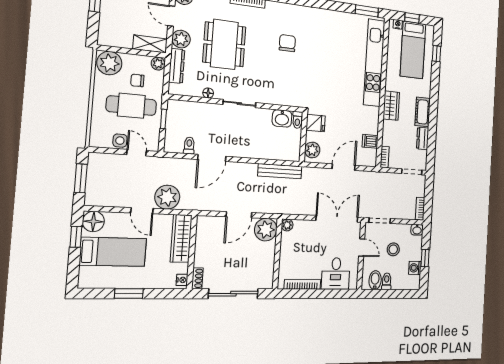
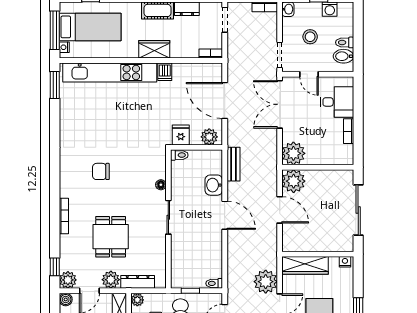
window: (412, 18) -> (55, 30), width x2.17
dining table: (224, 44) -> (111, 237), width x0.73
floor lamp: (208, 93) -> (161, 185), moved
washbasin: (282, 118) -> (214, 185), moved, turned 180
dishwasher: (370, 141) -> (165, 72), moved
toilet: (189, 145) -> (214, 283), moved
door: (212, 158) -> (225, 215), moved
door: (344, 167) -> (225, 101), width x1.36
bench: (280, 171) -> (233, 164), width x0.73
plant: (287, 225) -> (293, 153), width x1.87, depth x1.87
door: (362, 247) -> (309, 74), swing flipped
shoe rack: (197, 278) -> (343, 247), removed
bookcase: (302, 284) -> (349, 131), width x0.64

